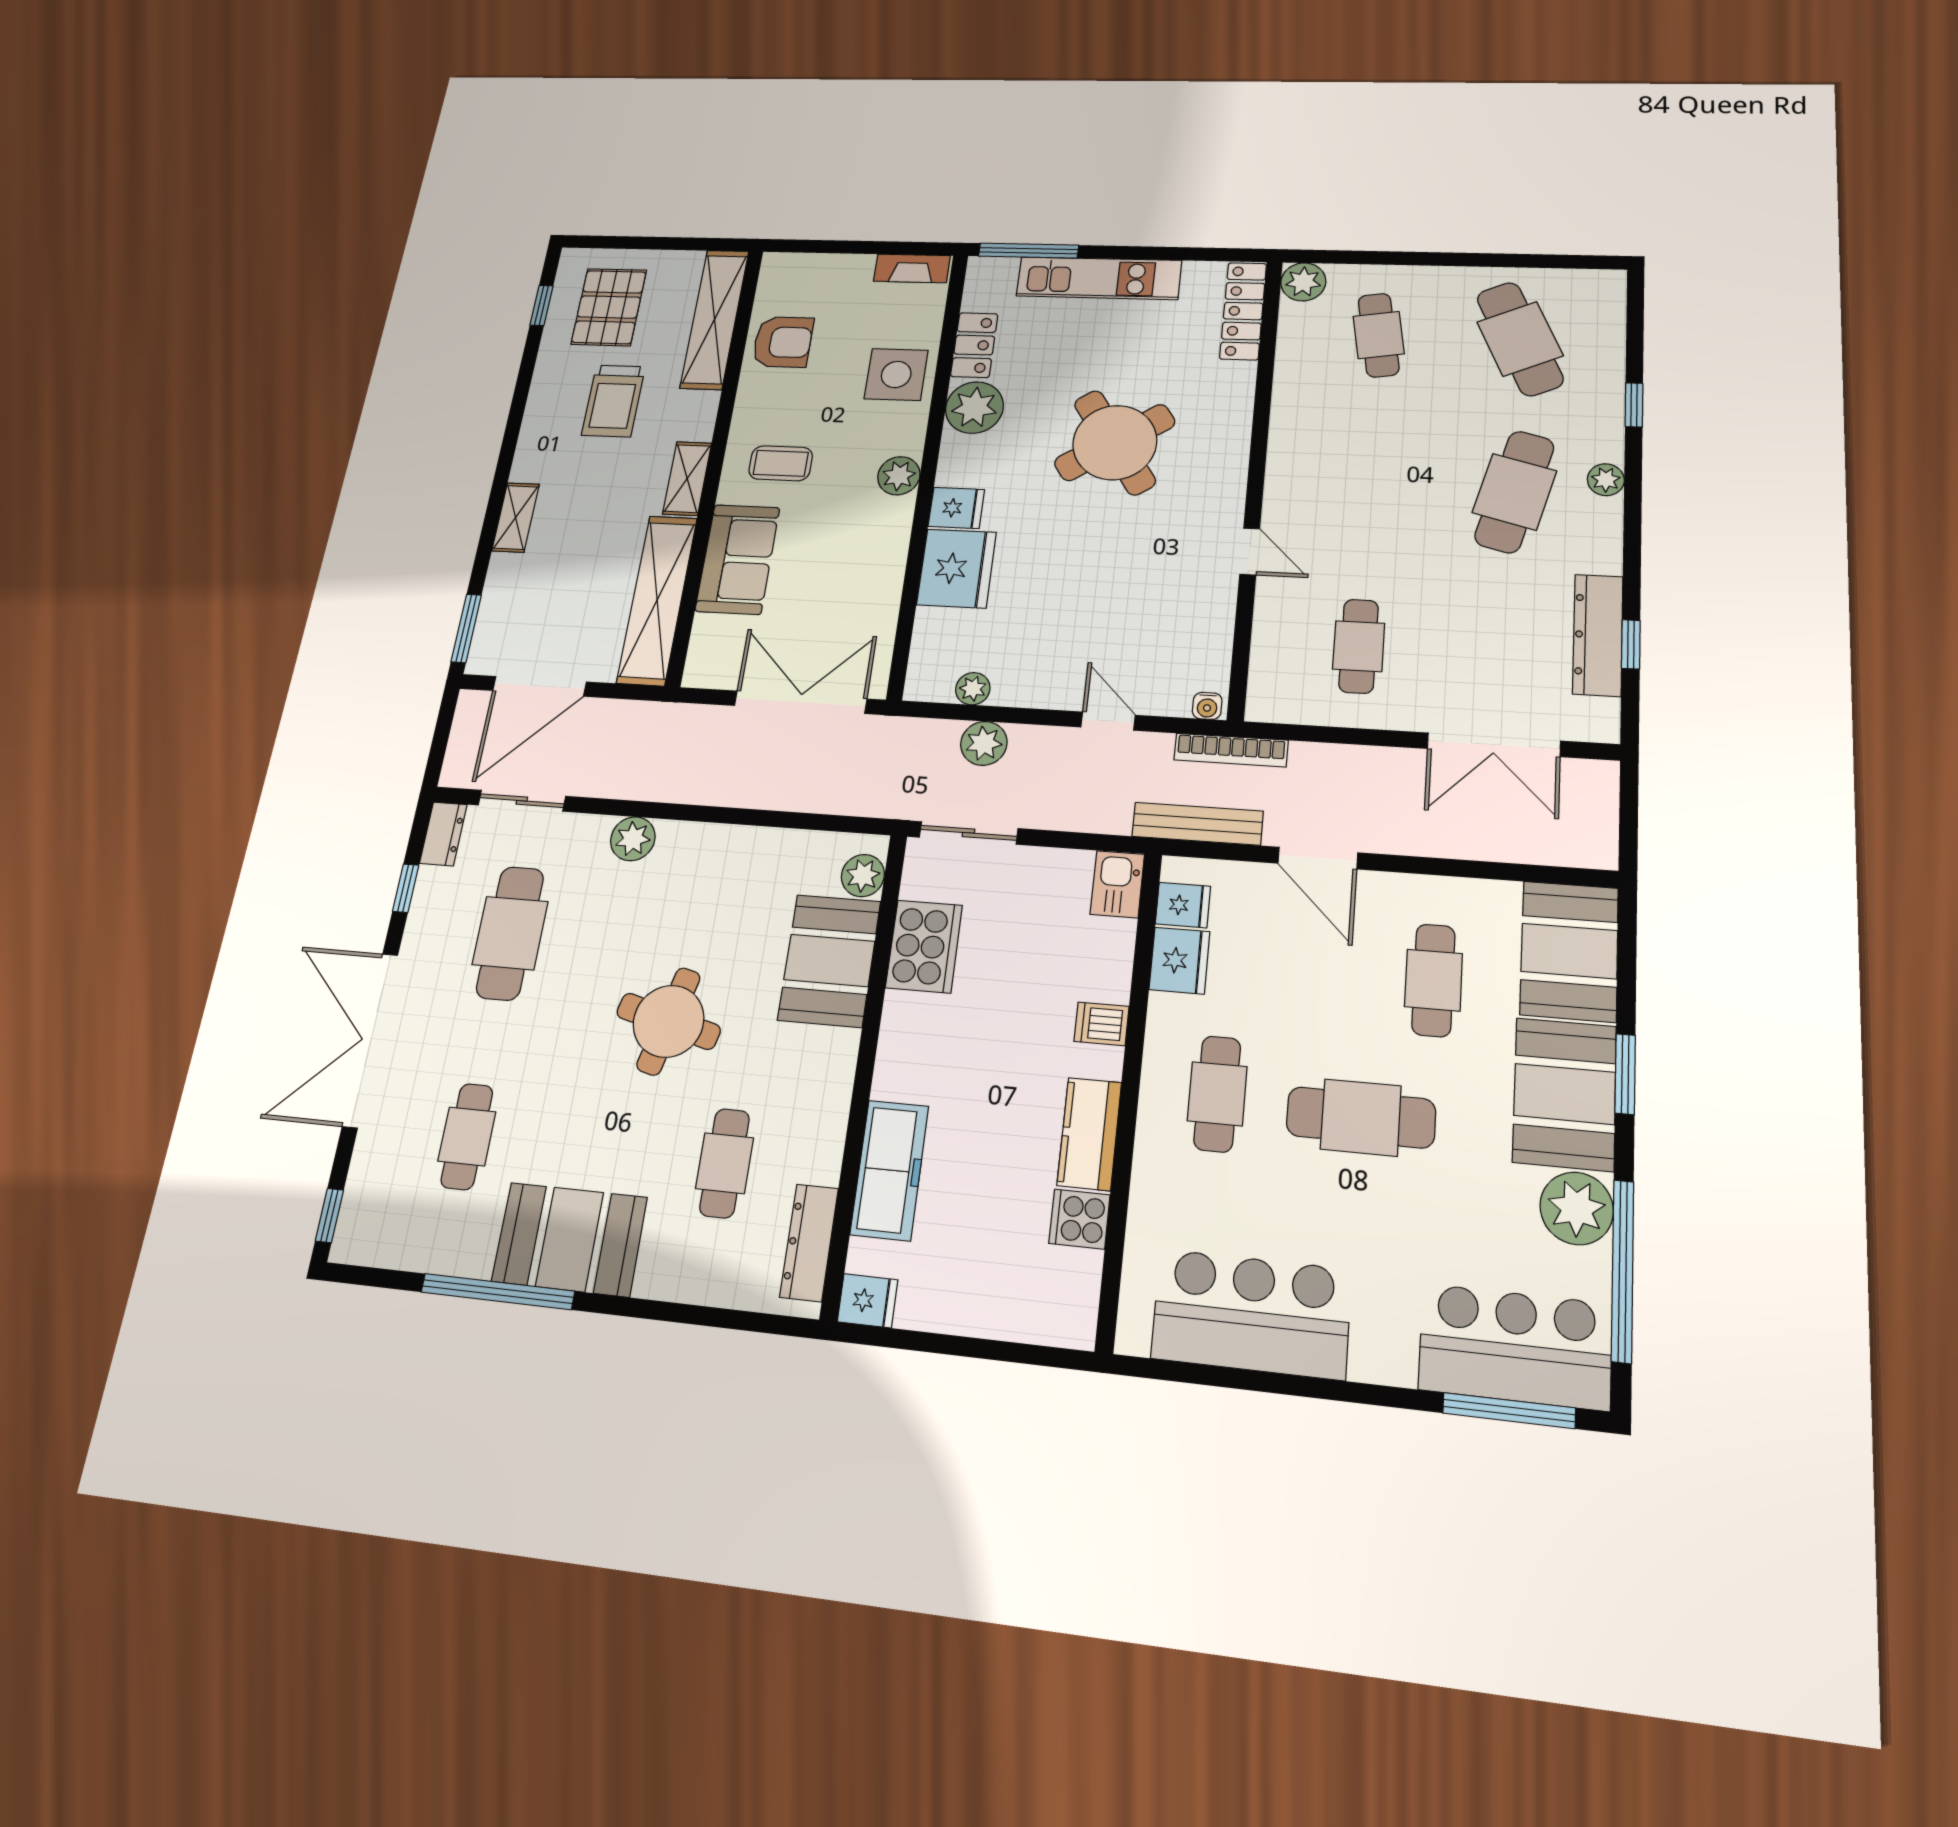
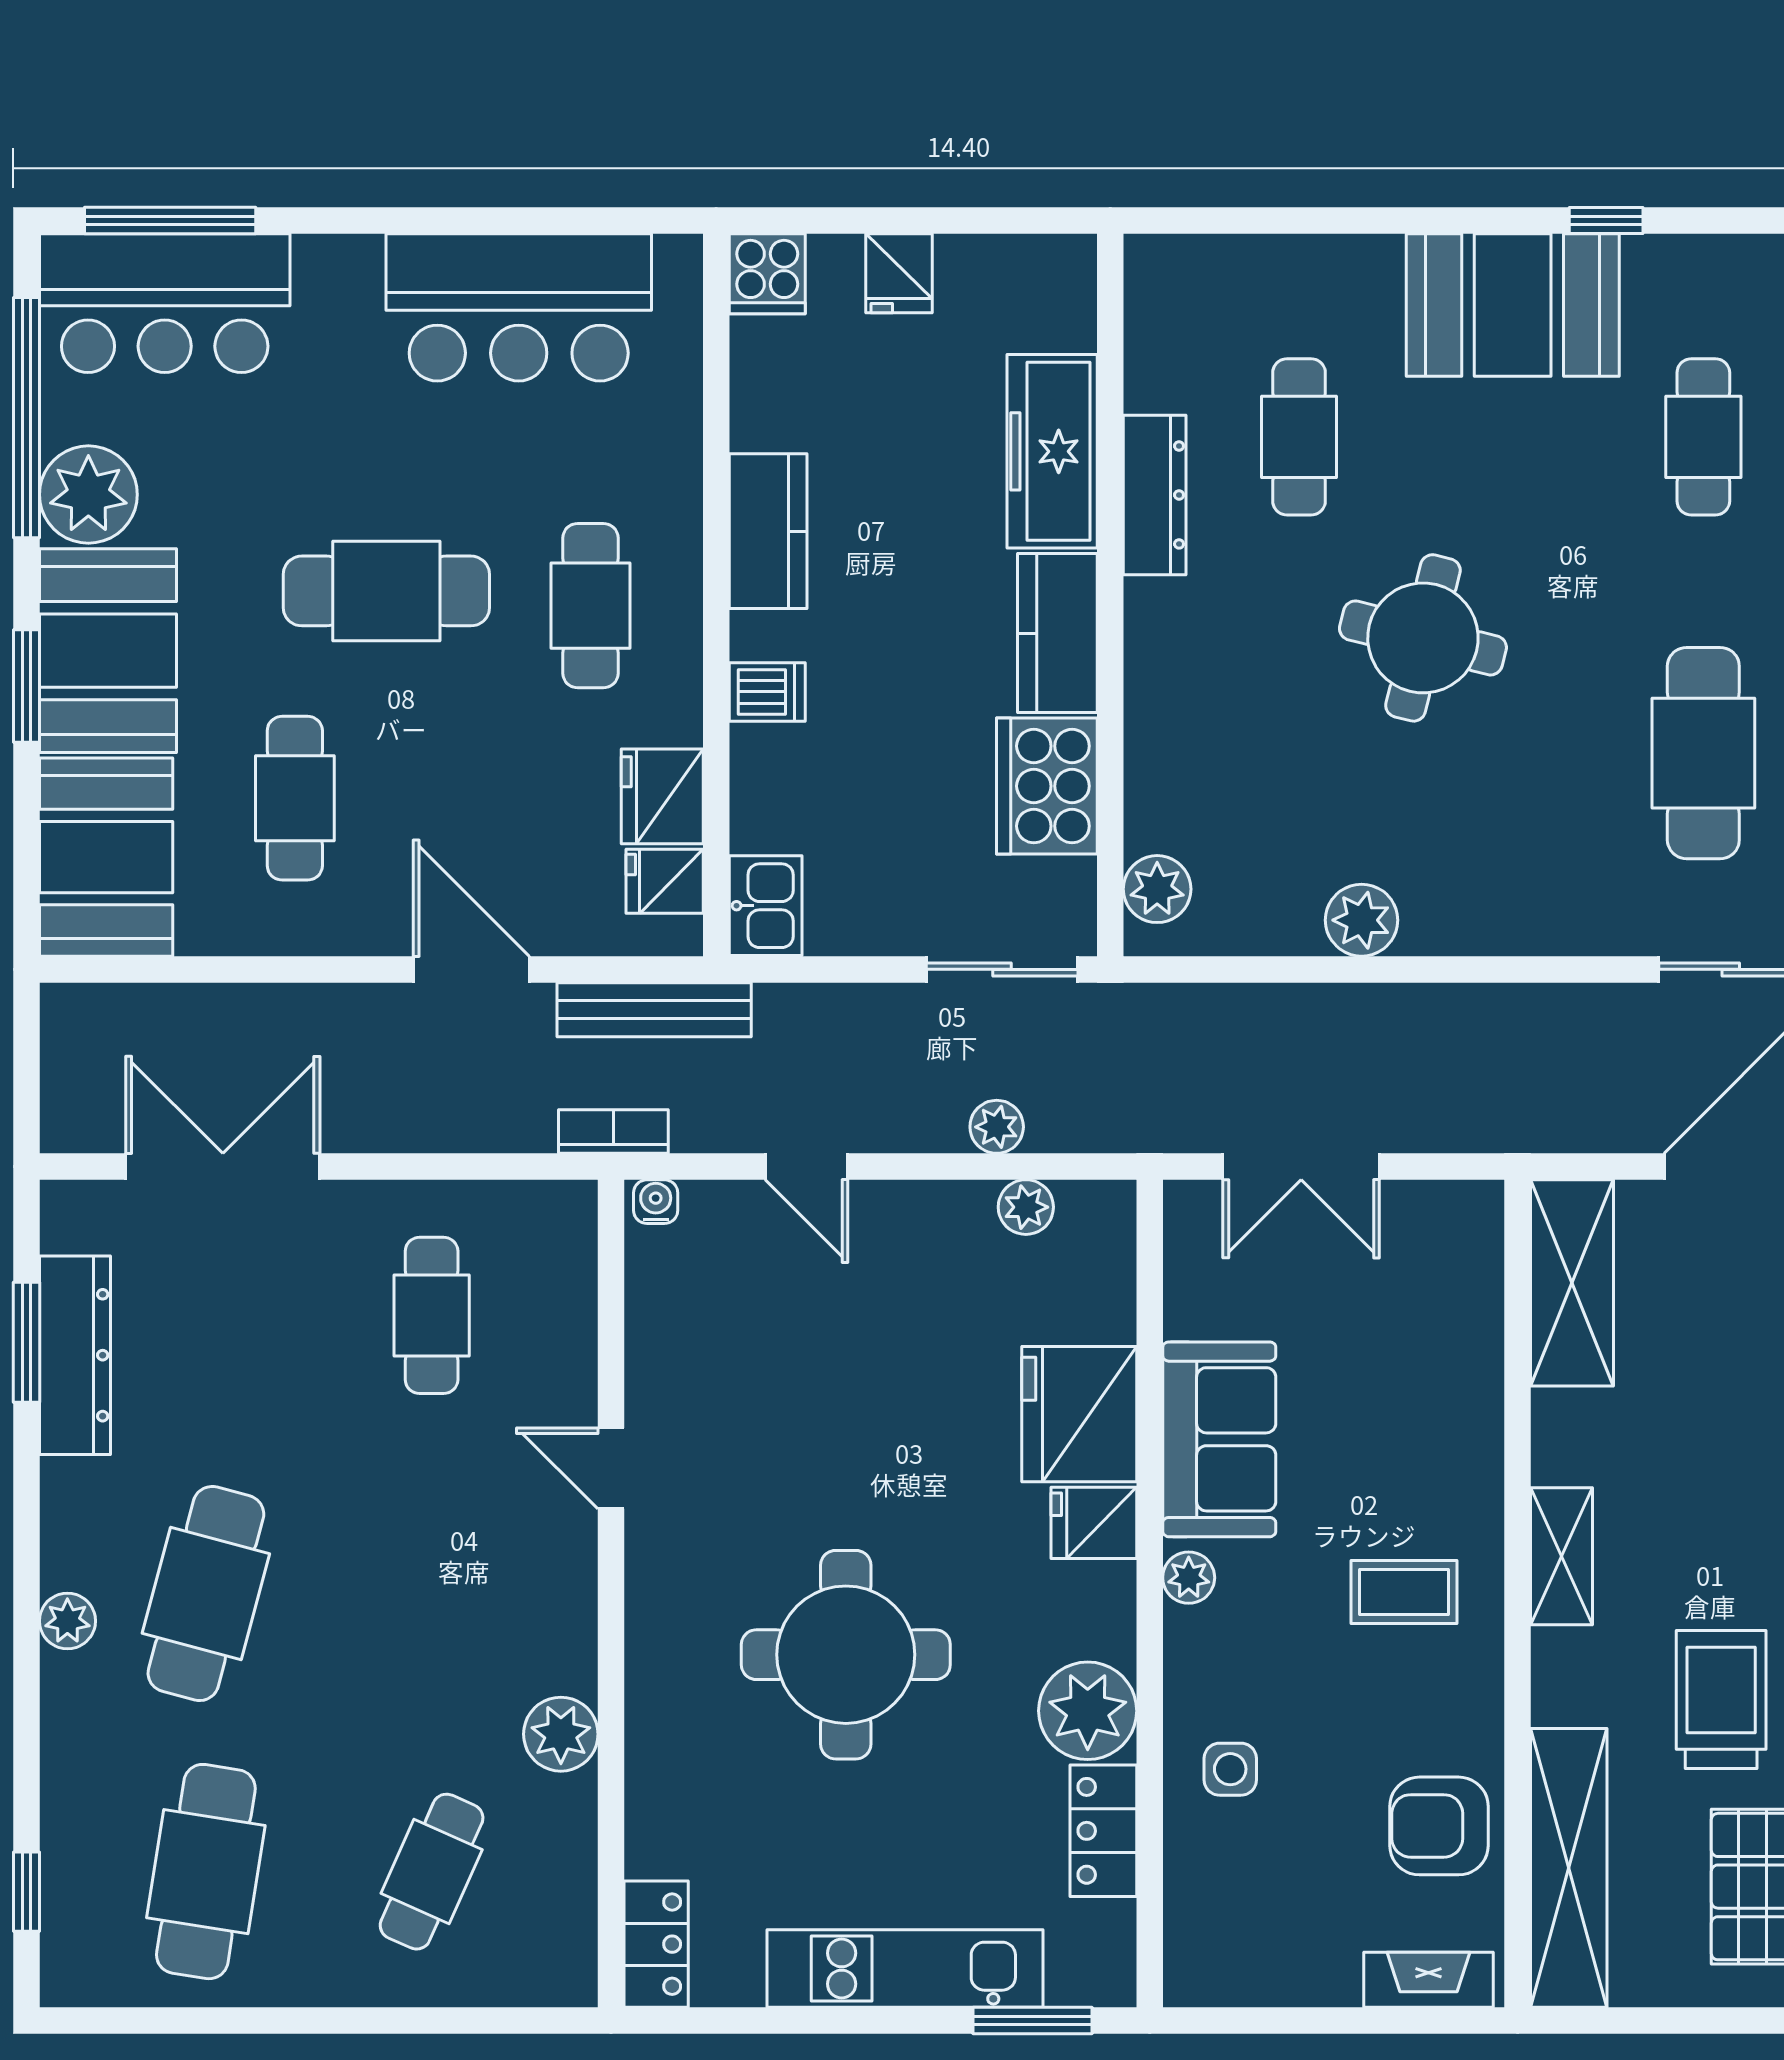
window: (1029, 251) -> (1032, 2020), width x0.69
fireplace: (912, 268) -> (1428, 1980), moved
plant: (1303, 282) -> (561, 1734), moved
locker: (1243, 311) -> (656, 1944), width x0.66
cafe table: (1379, 335) -> (432, 1872), turned 33
cafe table: (1520, 339) -> (206, 1872), turned 33
side table: (896, 374) -> (1230, 1769), width x0.54, depth x0.54
window: (1634, 405) -> (26, 1892), moved
round table: (1115, 443) -> (846, 1655), turned 34
plant: (899, 476) -> (1189, 1578), width x0.73, depth x0.73
sofa: (738, 559) -> (1219, 1439), moved, turned 180
shelving: (657, 600) -> (1572, 1283), width x0.68
window: (1631, 644) -> (26, 1342), width x1.50
double door: (800, 702) -> (1301, 1167), width x0.73
plant: (984, 743) -> (997, 1127), width x0.73, depth x0.73
bookcase: (1231, 750) -> (613, 1132), width x0.64
plant: (633, 839) -> (1362, 920), moved
booth: (829, 960) -> (1189, 752), removed
kitchen counter: (903, 1046) -> (1057, 633), added
cooker: (1079, 1219) -> (767, 274), moved, turned 90
dresser: (809, 1243) -> (1155, 495), moved
window: (498, 1292) -> (1606, 221), width x0.32
fridge: (868, 1301) -> (899, 273), moved, turned -90

